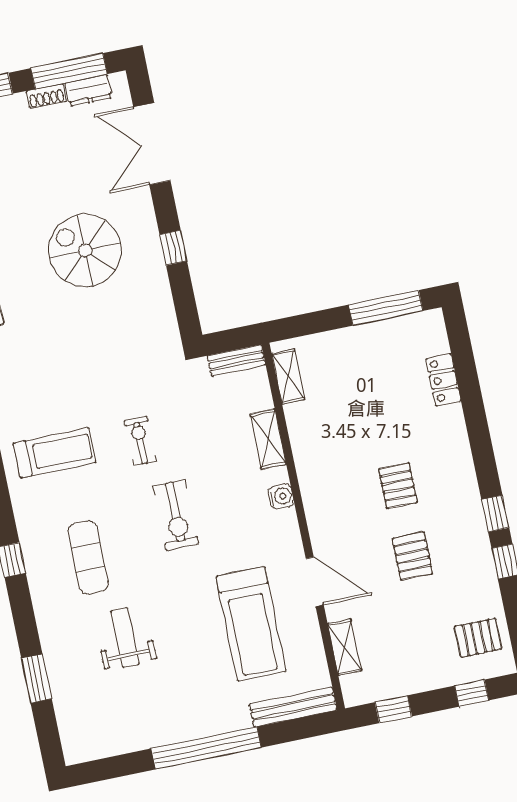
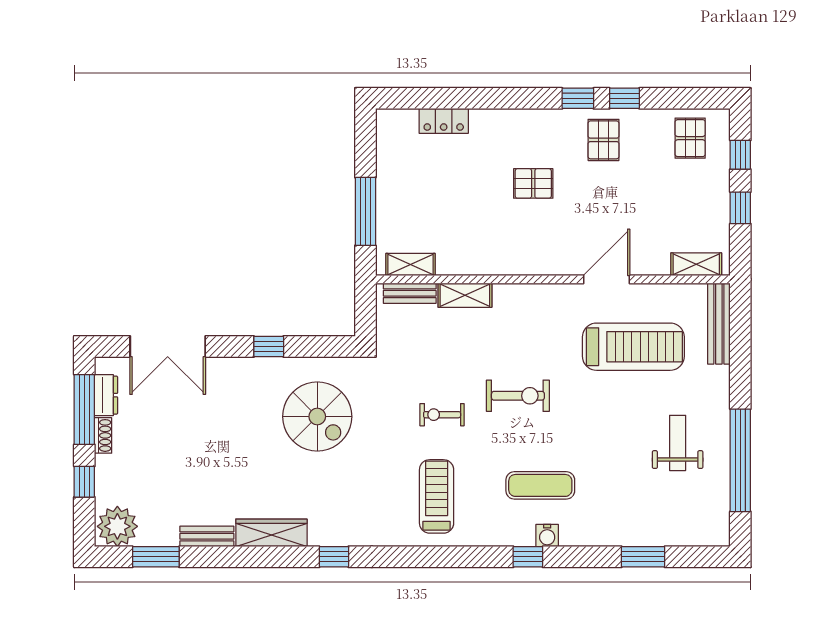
spiral stairs: (85, 250) -> (317, 417), moved, turned -90
window: (386, 308) -> (365, 211), moved
bench: (236, 360) -> (410, 293), moved, turned 90
water cooler: (281, 496) -> (547, 535), moved, turned 180
pallet: (412, 556) -> (603, 140), moved, turned 90
weight bench: (125, 638) -> (678, 443), moved, turned 90
shelving: (345, 647) -> (696, 264), moved
window: (393, 709) -> (740, 208), moved
window: (206, 748) -> (740, 460), moved

